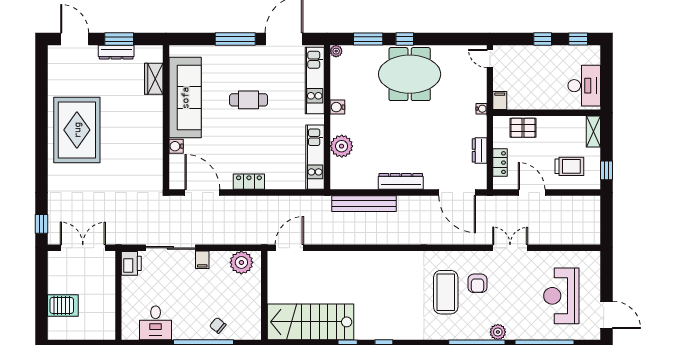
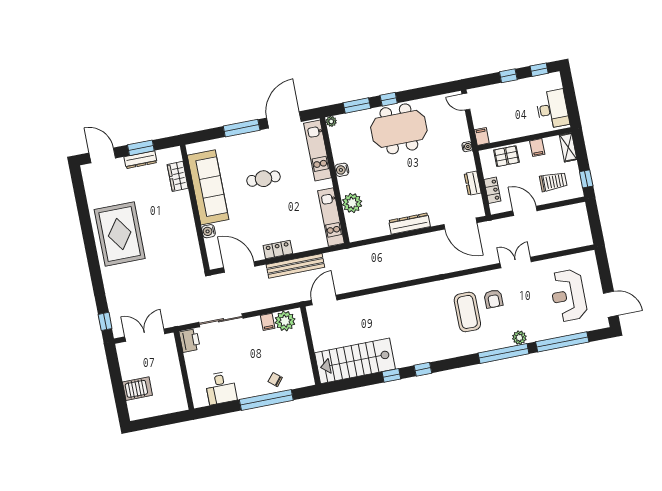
filing cabinet: (559, 125) -> (537, 148), added
bench: (364, 204) -> (295, 266), moved
filing cabinet: (202, 260) -> (268, 322), moved

